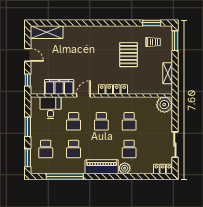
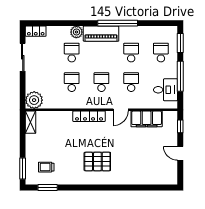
shelving: (47, 32) -> (160, 178), removed
pallet: (129, 55) -> (97, 161), moved, turned 90
shelving: (168, 73) -> (31, 122), moved
desk: (51, 108) -> (166, 90), moved, turned -90
window: (28, 127) -> (180, 76), width x1.44
window: (65, 176) -> (118, 23), moved

